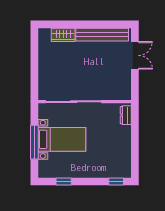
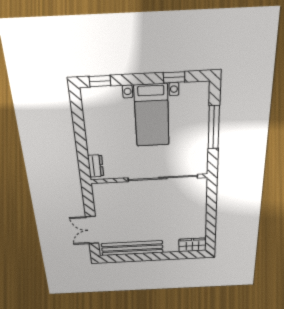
wardrobe: (63, 35) -> (193, 245), moved
bed with nightstands: (62, 139) -> (152, 116), moved, turned -90

